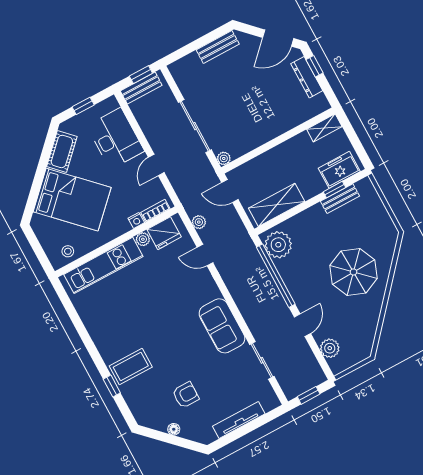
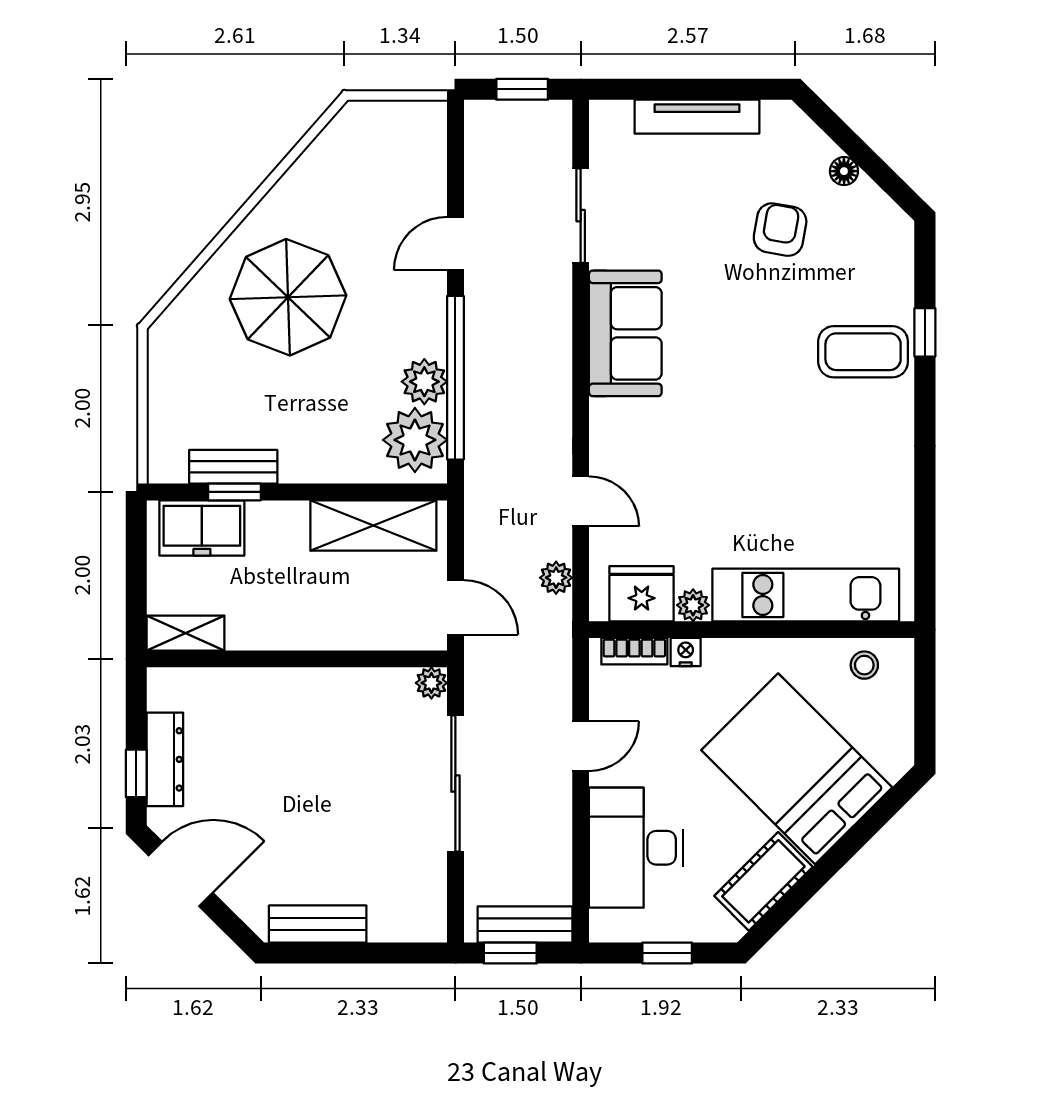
plant: (330, 348) -> (424, 382), moved
armchair: (186, 395) -> (780, 230), turned 100

